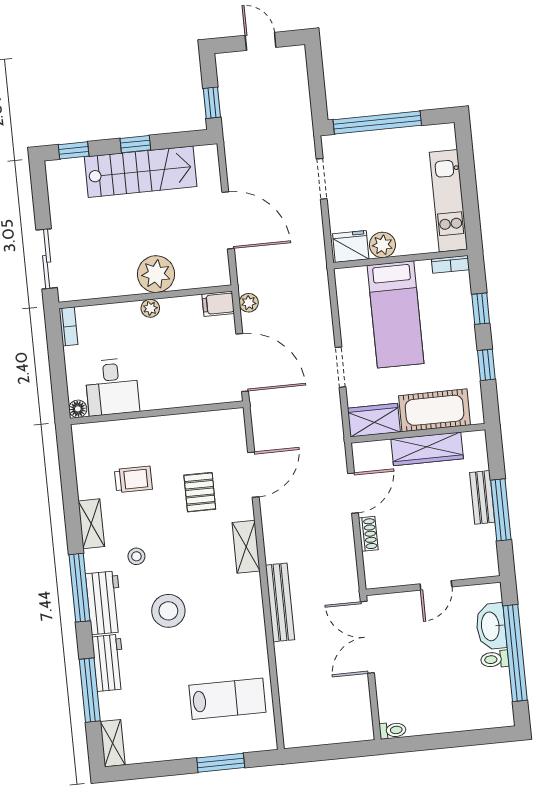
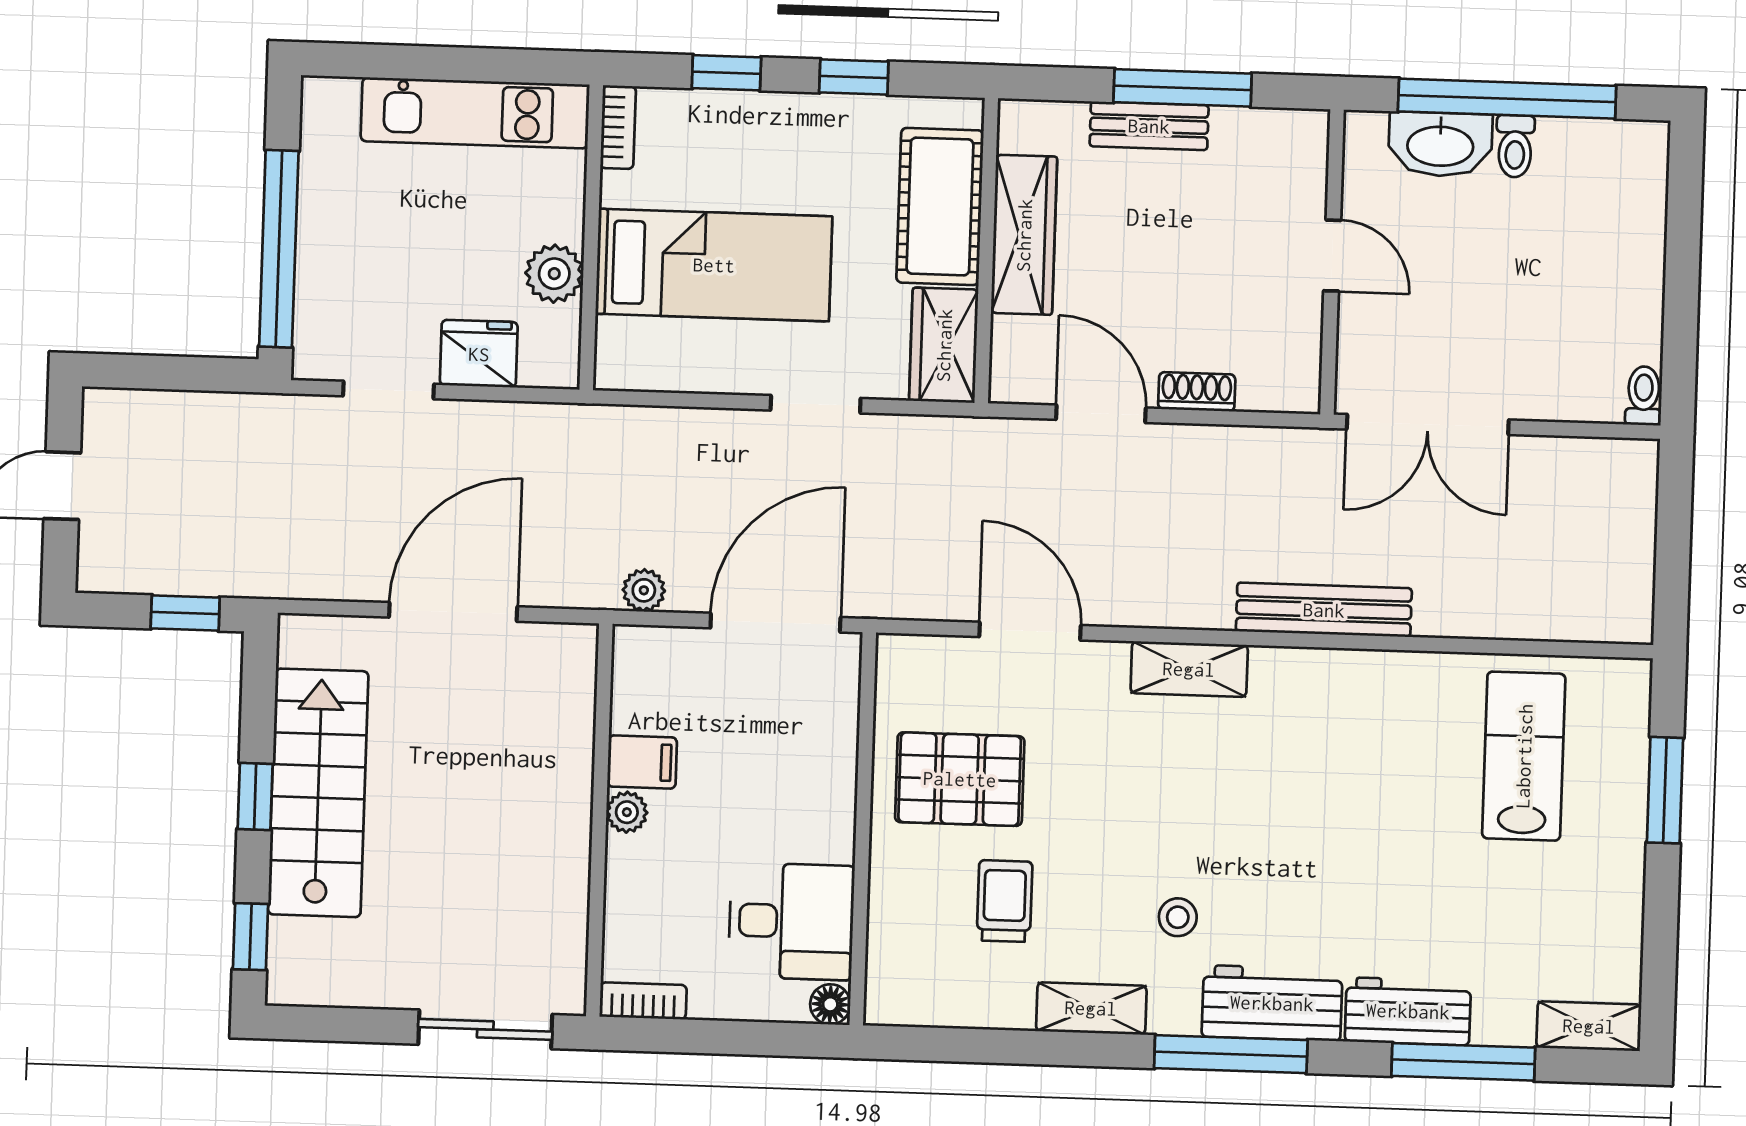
fridge: (351, 246) -> (479, 354), moved, turned 90
plant: (156, 274) -> (552, 789), removed
filing cabinet: (218, 304) -> (642, 762), moved, turned -90
pallet: (200, 492) -> (960, 779), moved, width x1.50, depth x1.42
stool: (168, 611) -> (1309, 862), removed

